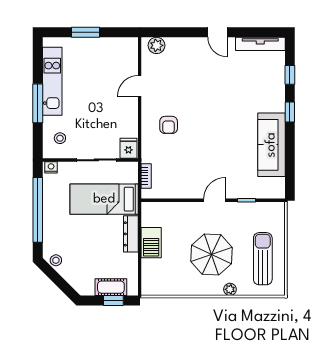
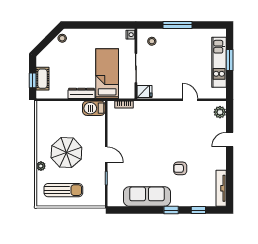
door: (218, 32) -> (230, 140), moved
kitchen unit: (52, 81) -> (219, 62), moved, turned 90
armchair: (169, 125) -> (180, 168), moved
window: (38, 210) -> (99, 25), removed
barbecue: (151, 243) -> (94, 108), moved

